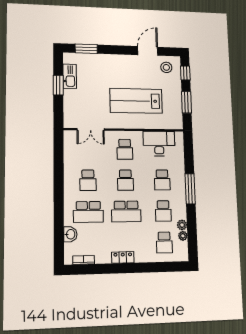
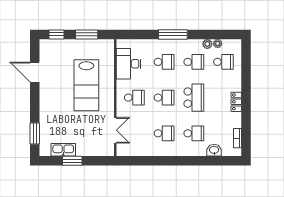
stool: (166, 67) -> (51, 54), removed
school desk: (88, 212) -> (194, 133), width x0.54

